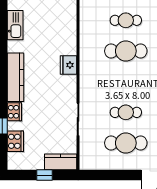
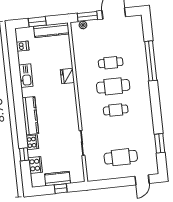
fridge: (69, 65) -> (67, 76), moved
cafe table: (126, 112) -> (116, 110), moved
kitchen counter: (61, 162) -> (57, 179), moved

